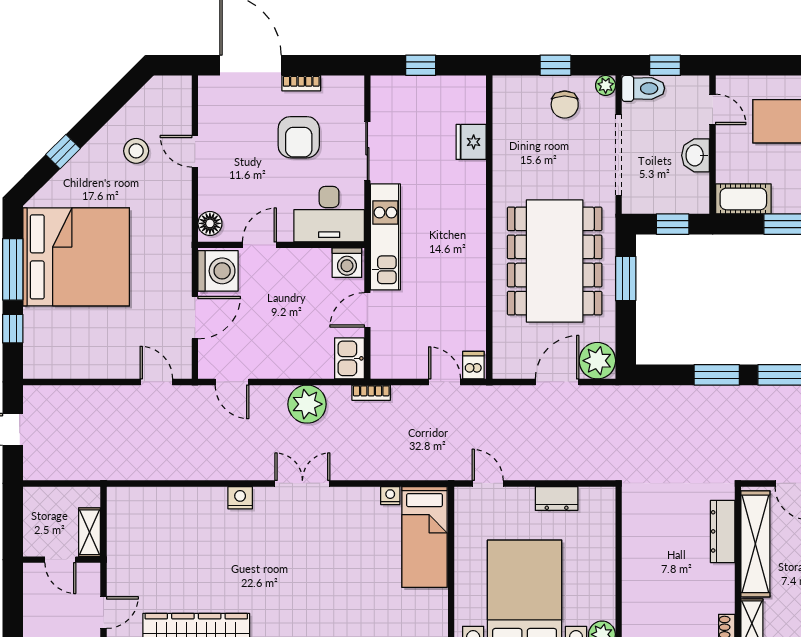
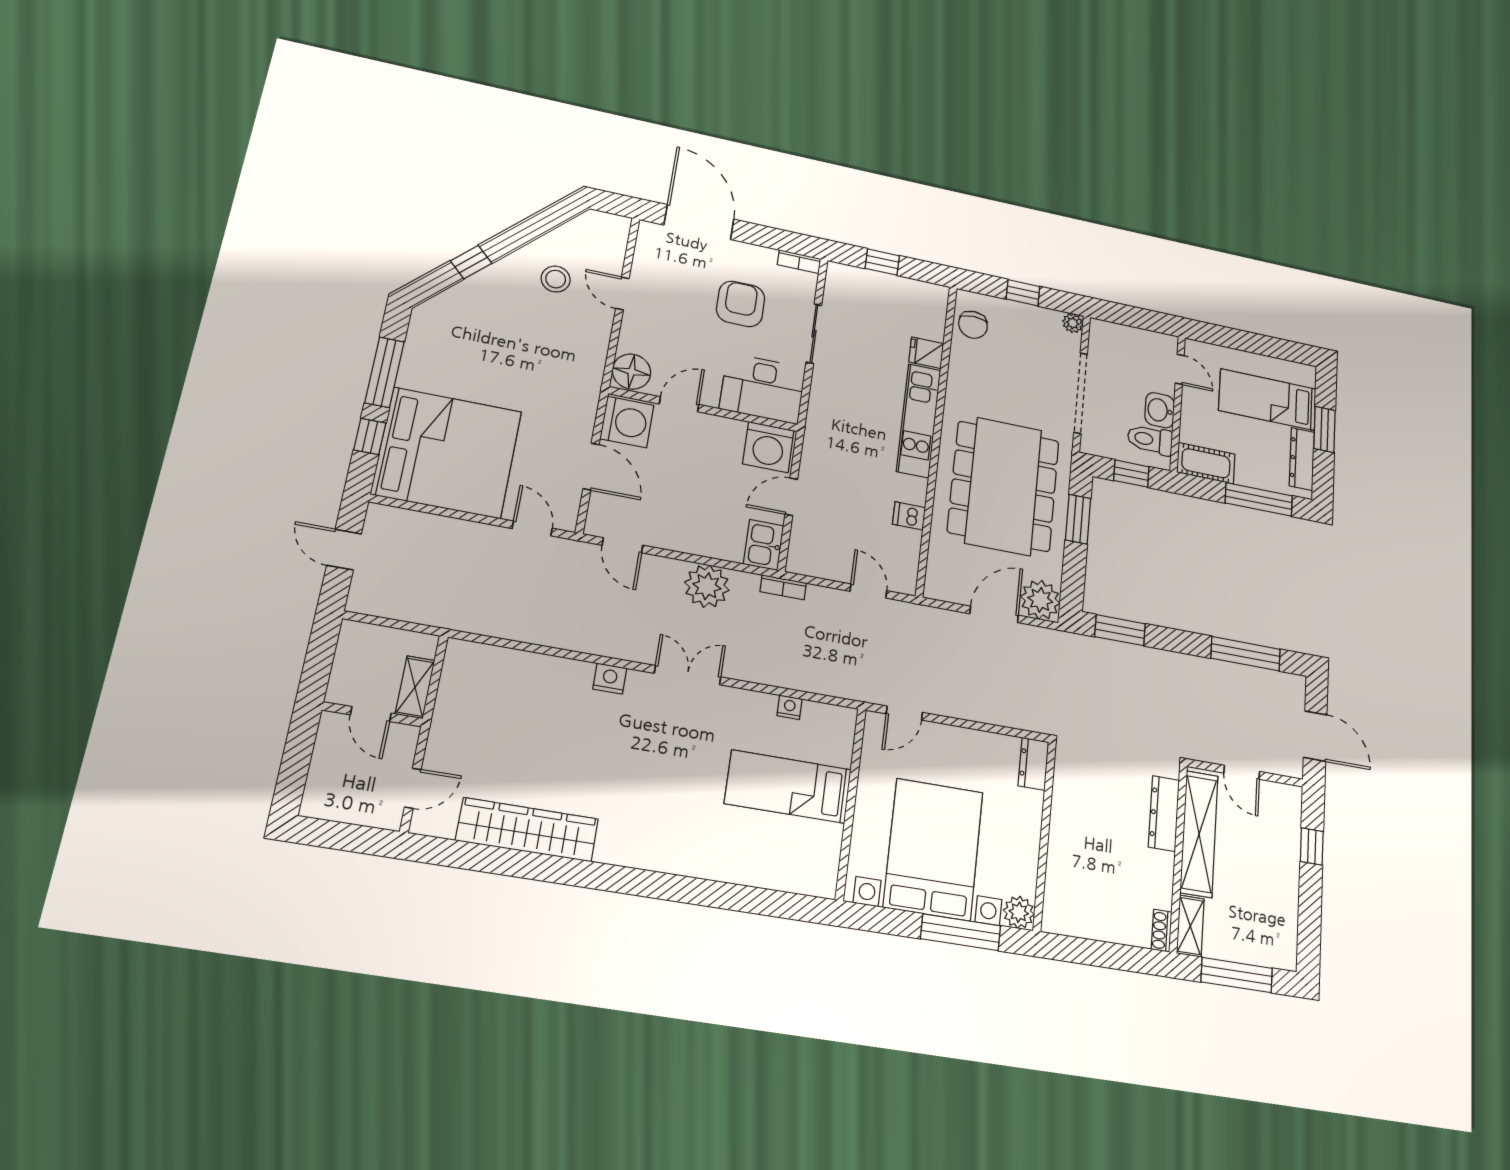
window: (665, 65) -> (1135, 317), removed
bookcase: (301, 83) -> (799, 262), moved
toilet: (643, 88) -> (1150, 440), moved, turned 180
chair: (565, 105) -> (973, 325), moved
armchair: (299, 137) -> (741, 304), turned 180
fridge: (471, 142) -> (926, 353), width x0.72
floor lamp: (210, 223) -> (631, 372), width x1.38, depth x1.38
kitchen unit: (385, 237) -> (919, 420), moved, turned 180
bed: (76, 257) -> (447, 453), moved
washing machine: (347, 263) -> (768, 447), width x1.37, depth x1.37
door: (195, 318) -> (591, 467), hinge flipped
dishwasher: (473, 365) -> (909, 516), moved, turned -90
window: (717, 375) -> (1120, 630), moved
door: (488, 483) -> (904, 713), swing flipped
dresser: (557, 498) -> (1033, 764), moved, turned 90
bed: (424, 537) -> (788, 787), moved, turned 90

